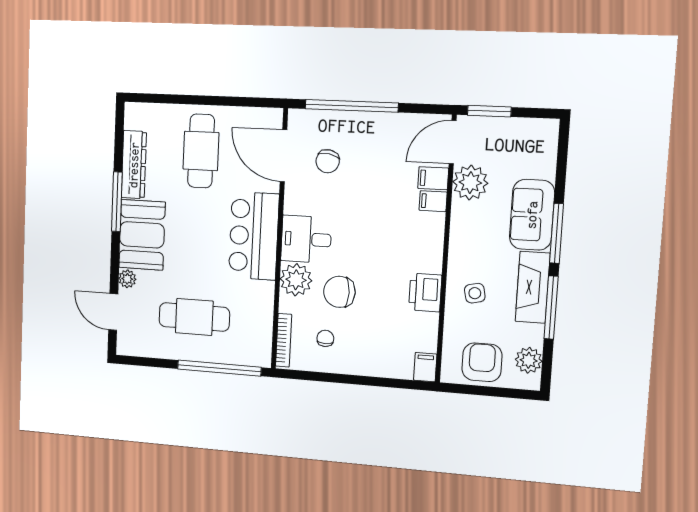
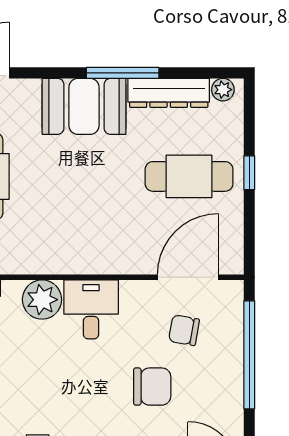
window: (200, 100) -> (249, 173), added
bar counter: (254, 236) -> (91, 246), removed
plant: (127, 279) -> (223, 90), moved
chair: (339, 292) -> (152, 387), moved, turned 90

